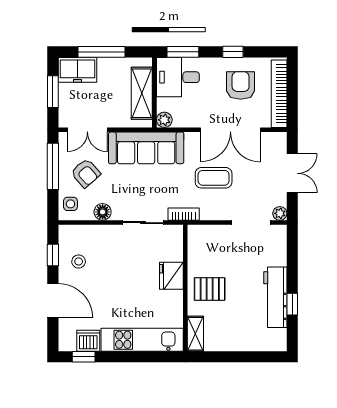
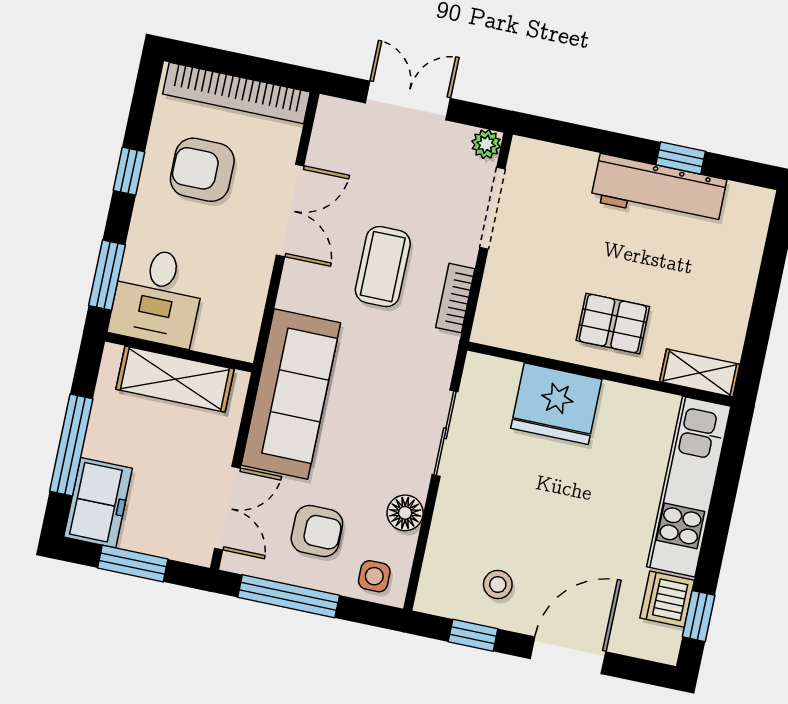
plant: (164, 120) -> (240, 344), removed
double door: (230, 130) -> (290, 210), width x0.73
armchair: (86, 173) -> (317, 531), turned 41
bookcase: (184, 214) -> (455, 298), moved
fridge: (171, 276) -> (556, 404), width x1.36, depth x1.34
pallet: (210, 289) -> (613, 324), turned 90

